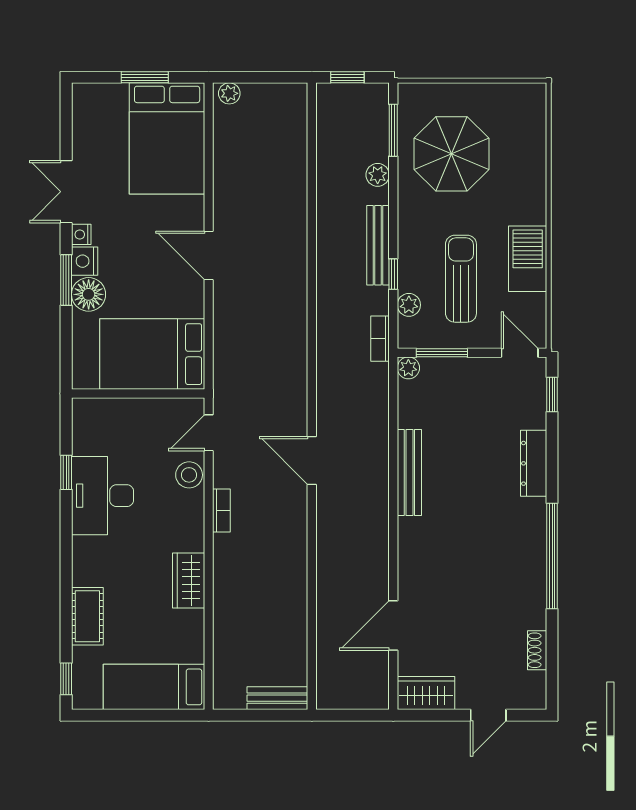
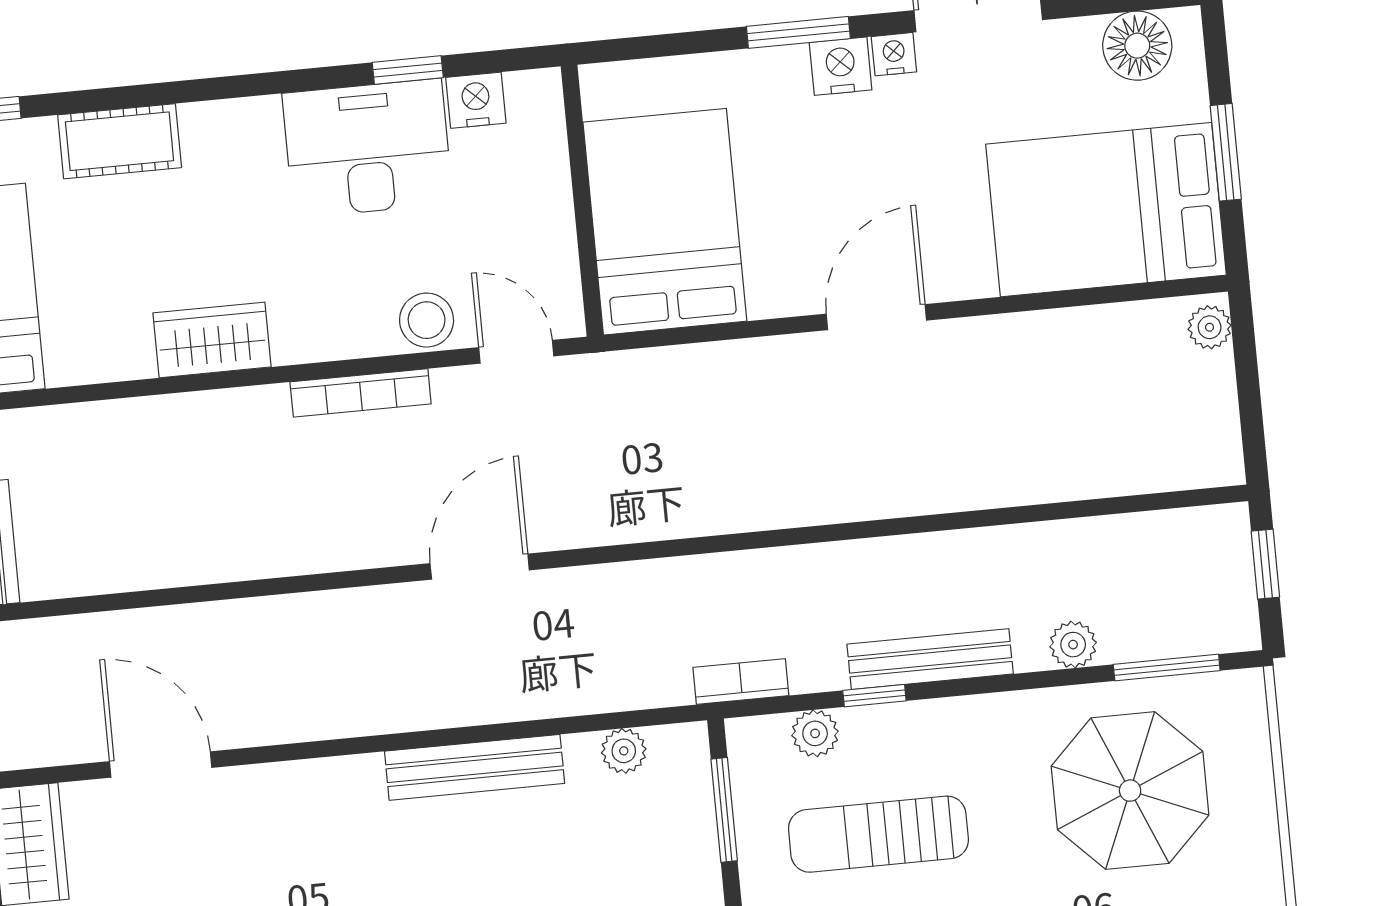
sun lounger: (461, 279) -> (878, 834), turned 180
floor lamp: (89, 294) -> (1137, 46), moved
plant: (408, 368) -> (624, 751), moved
nightstand: (84, 441) -> (476, 100), added
bookcase: (221, 511) -> (361, 393), width x1.56

